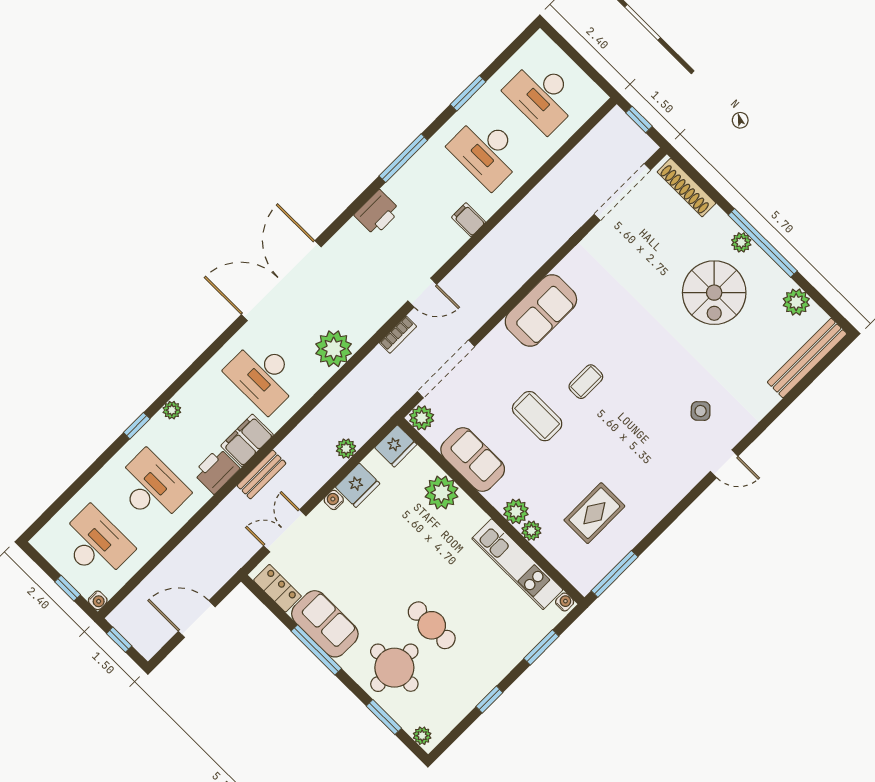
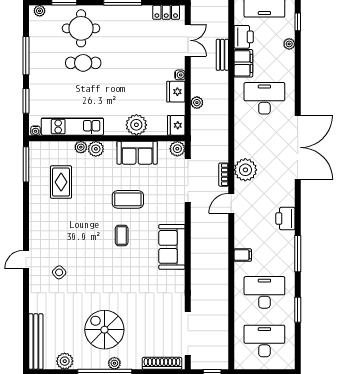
plant: (334, 349) -> (245, 170), moved
sofa: (325, 624) -> (130, 17), removed
window: (489, 699) -> (26, 56), width x2.17

